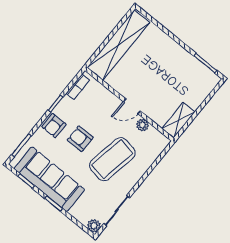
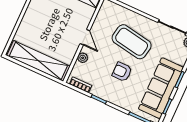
plant: (142, 125) -> (83, 58), moved
armchair: (54, 126) -> (117, 96), removed
armchair: (80, 139) -> (122, 72), turned 90

